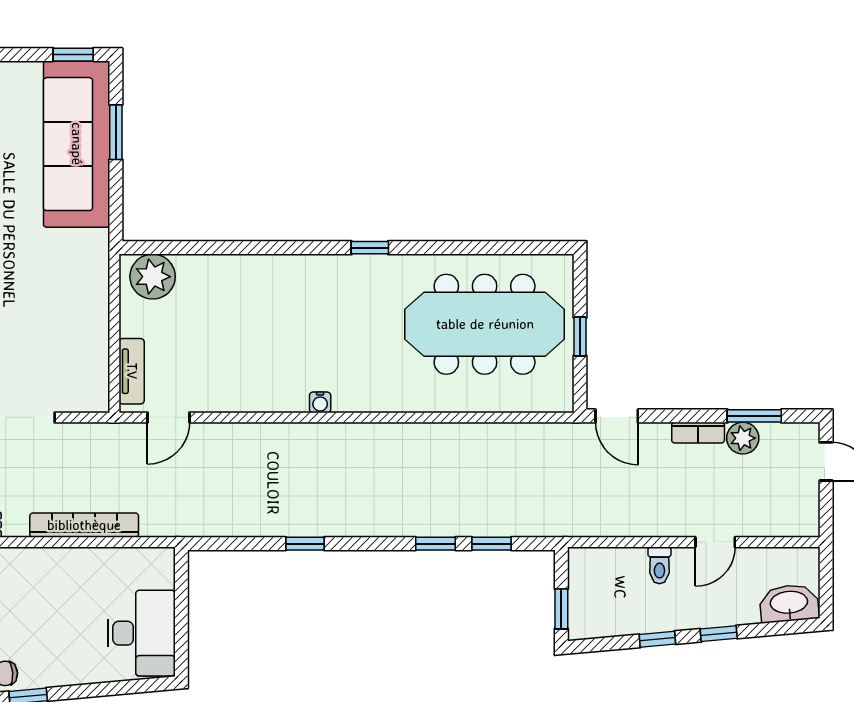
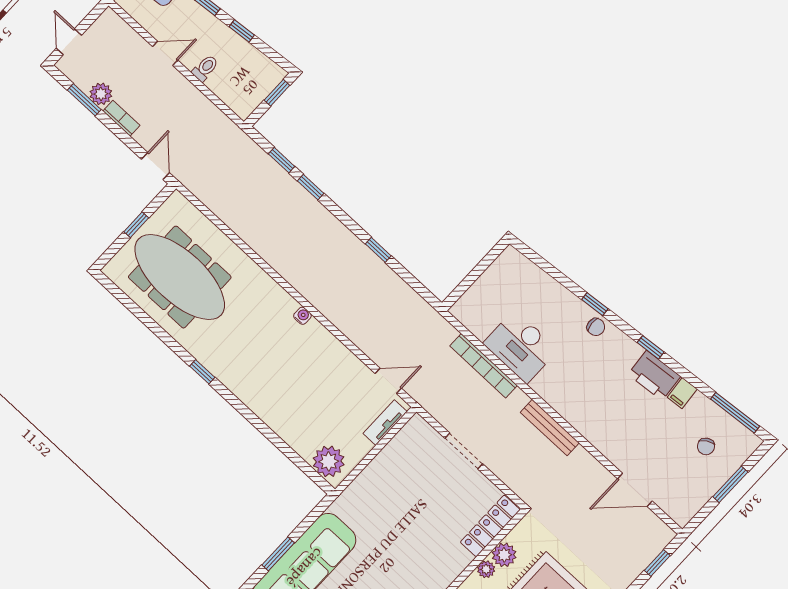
desk: (141, 633) -> (521, 347), moved, turned -90

